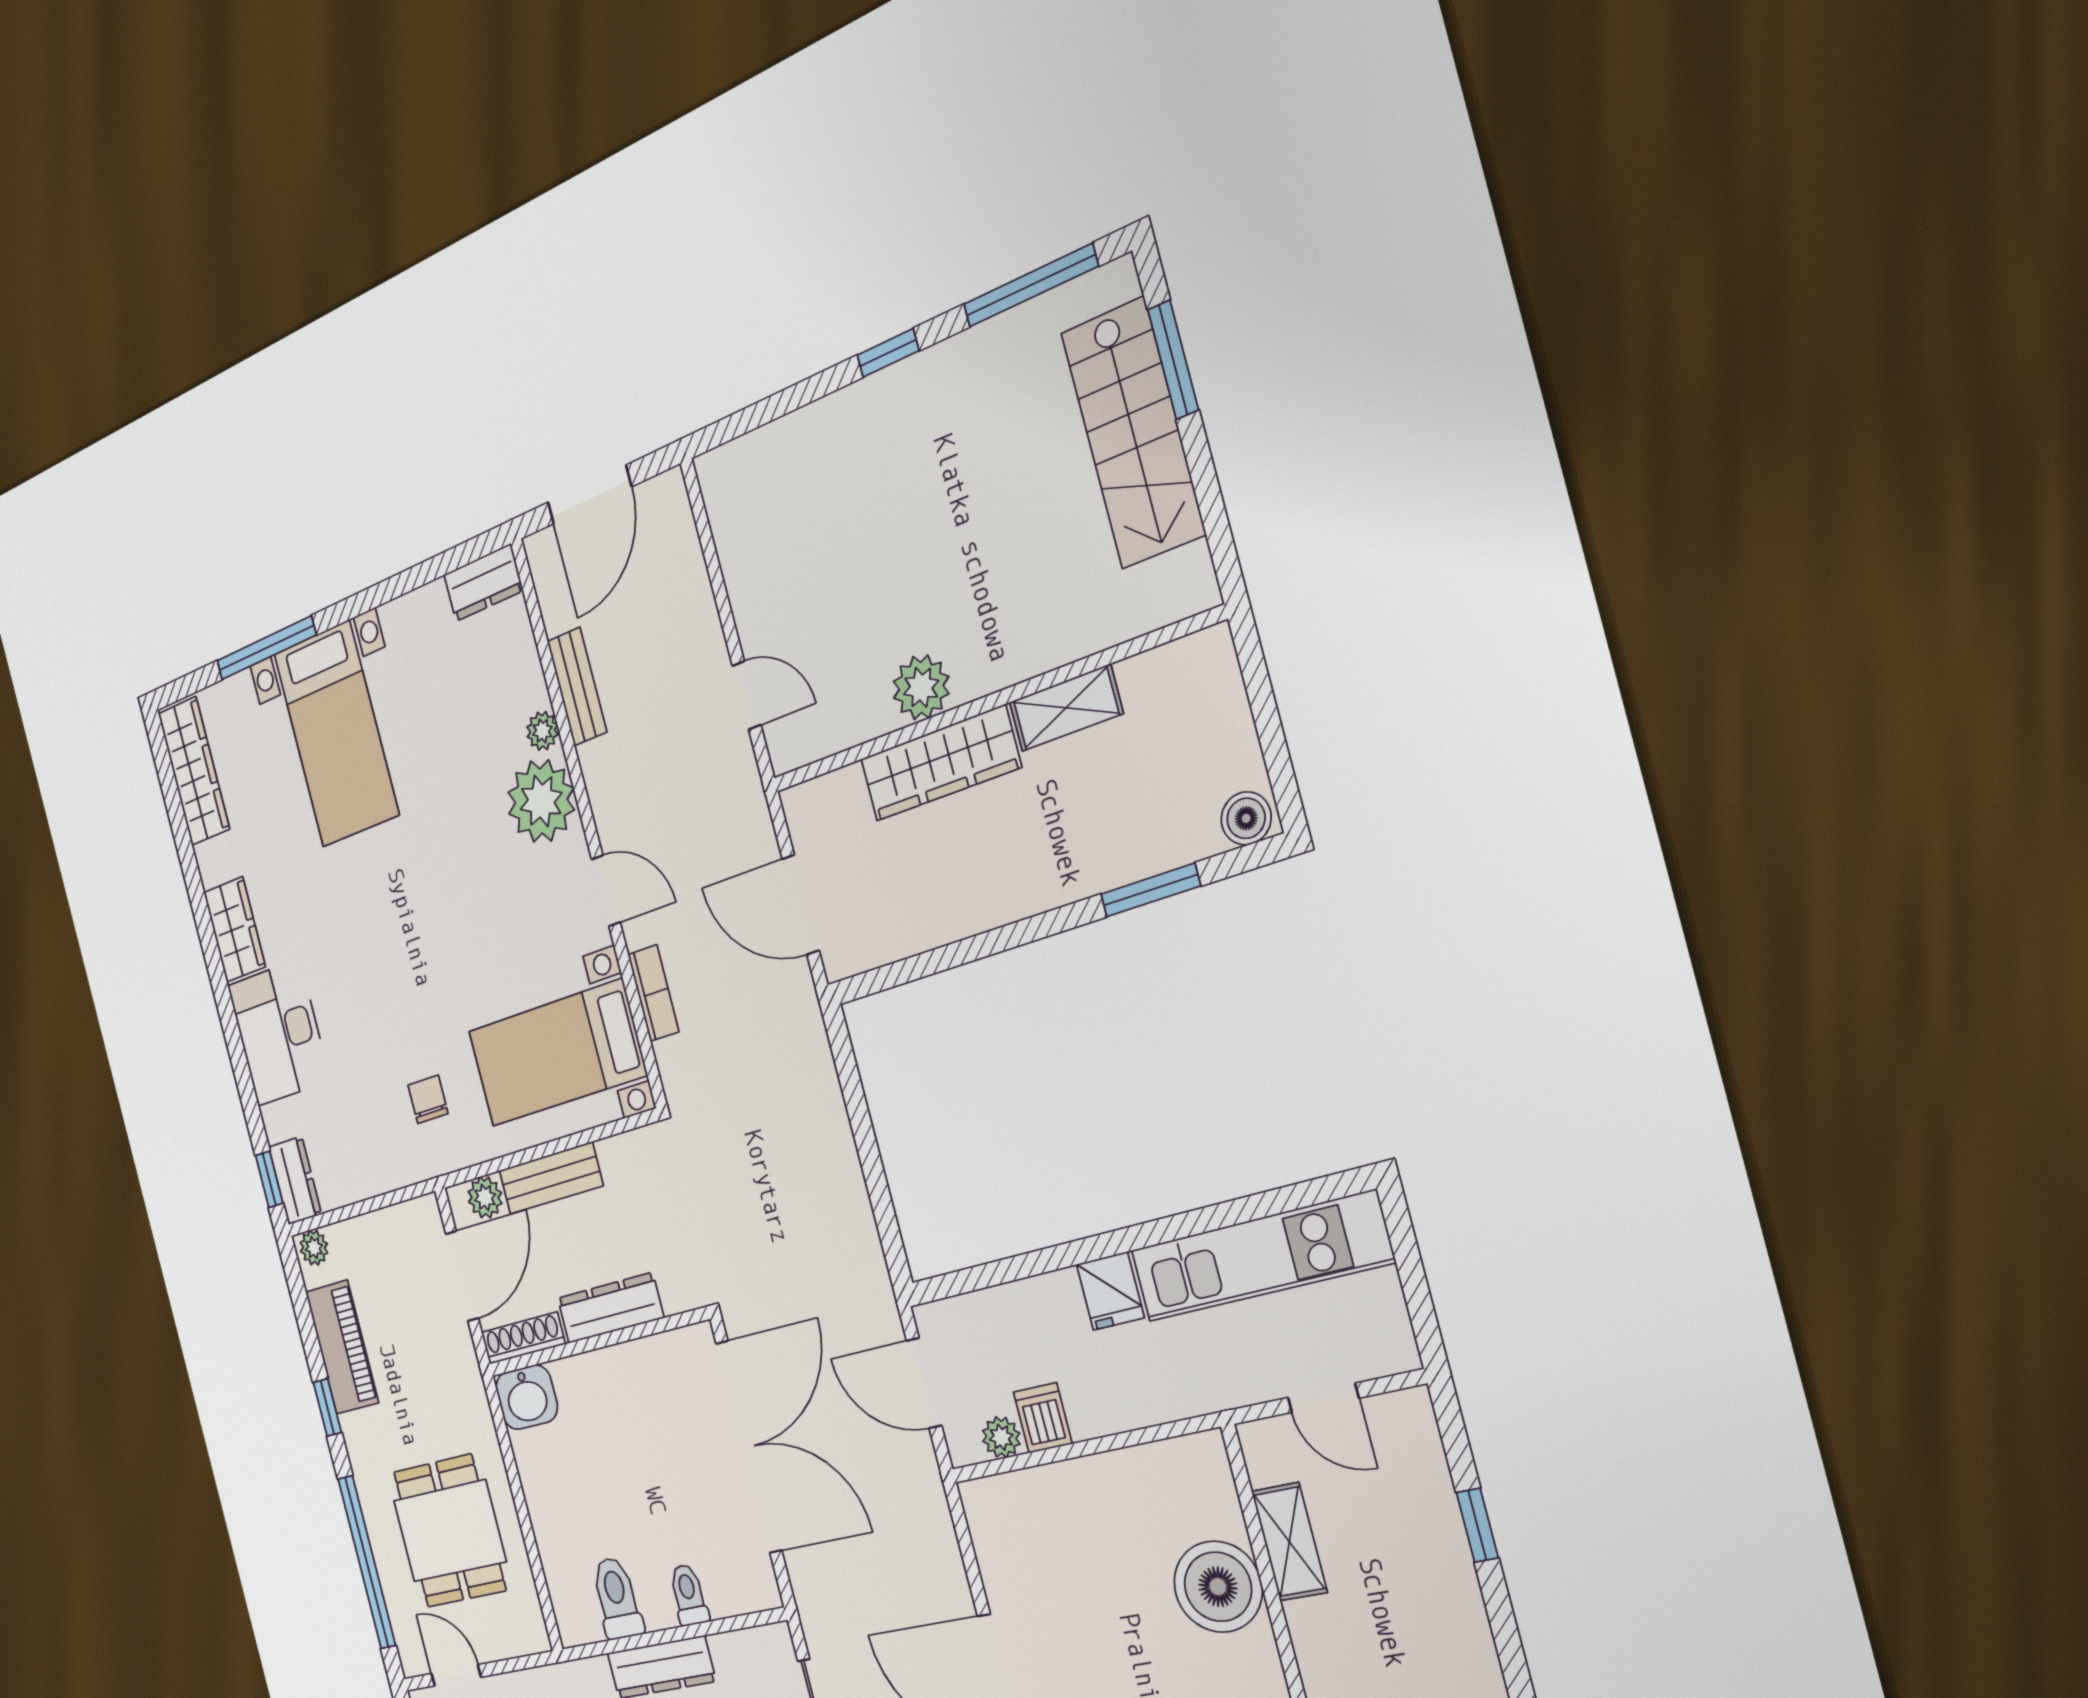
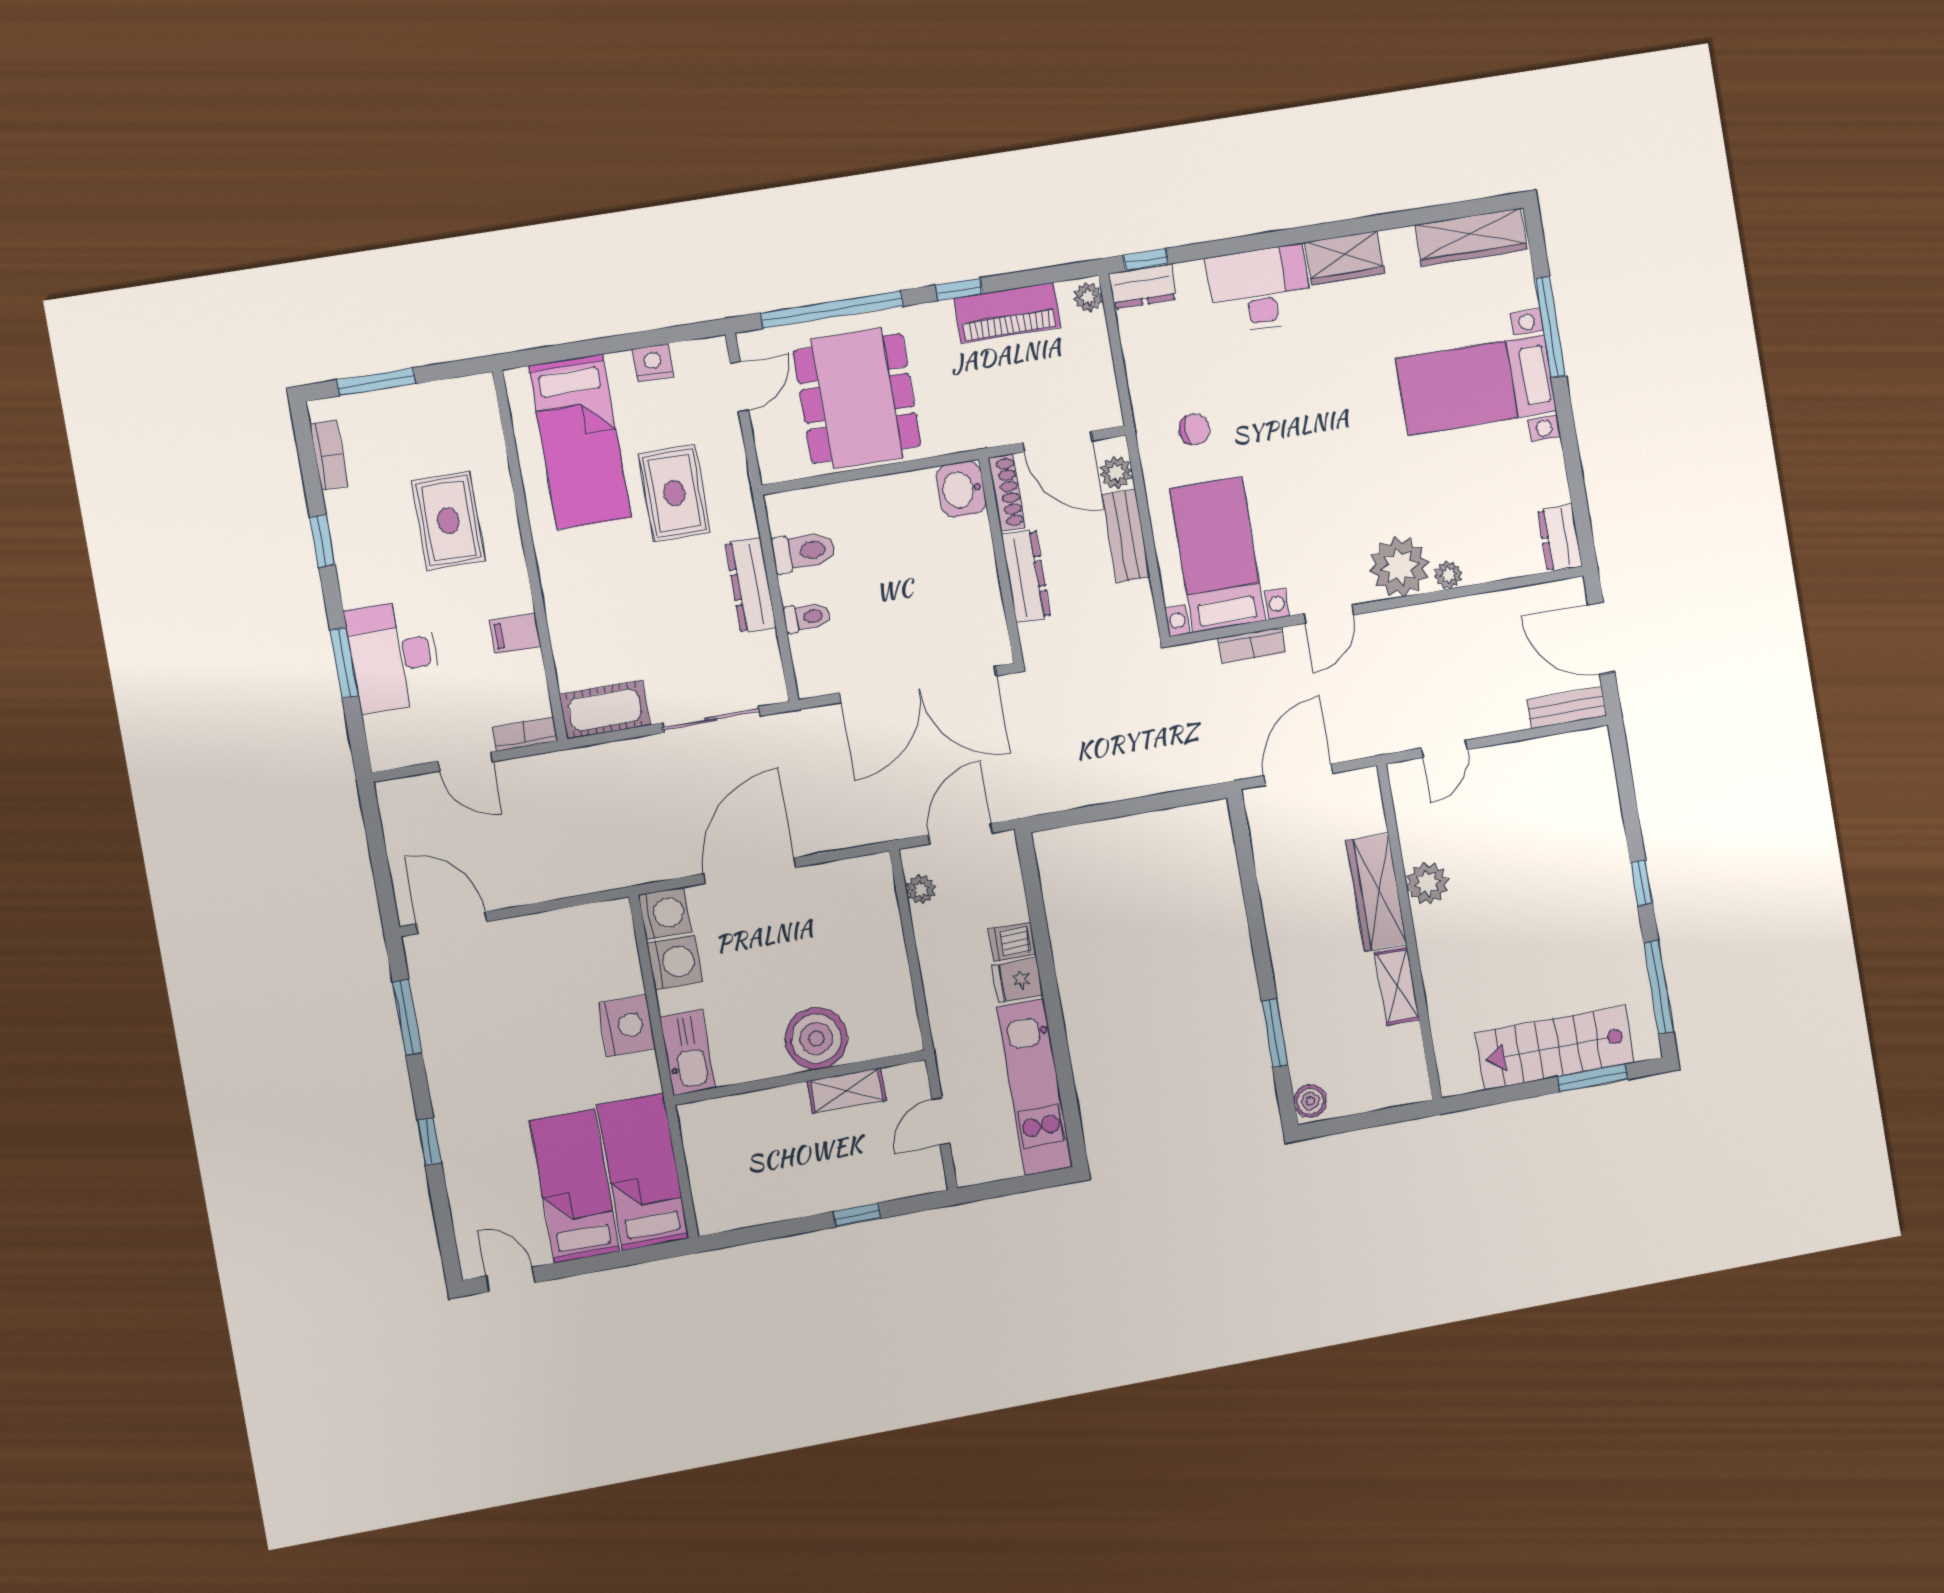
bench: (577, 687) -> (1567, 708), moved
dishwasher: (1043, 1418) -> (1012, 942), moved, turned 180
dining table: (450, 1531) -> (857, 398), width x1.38

